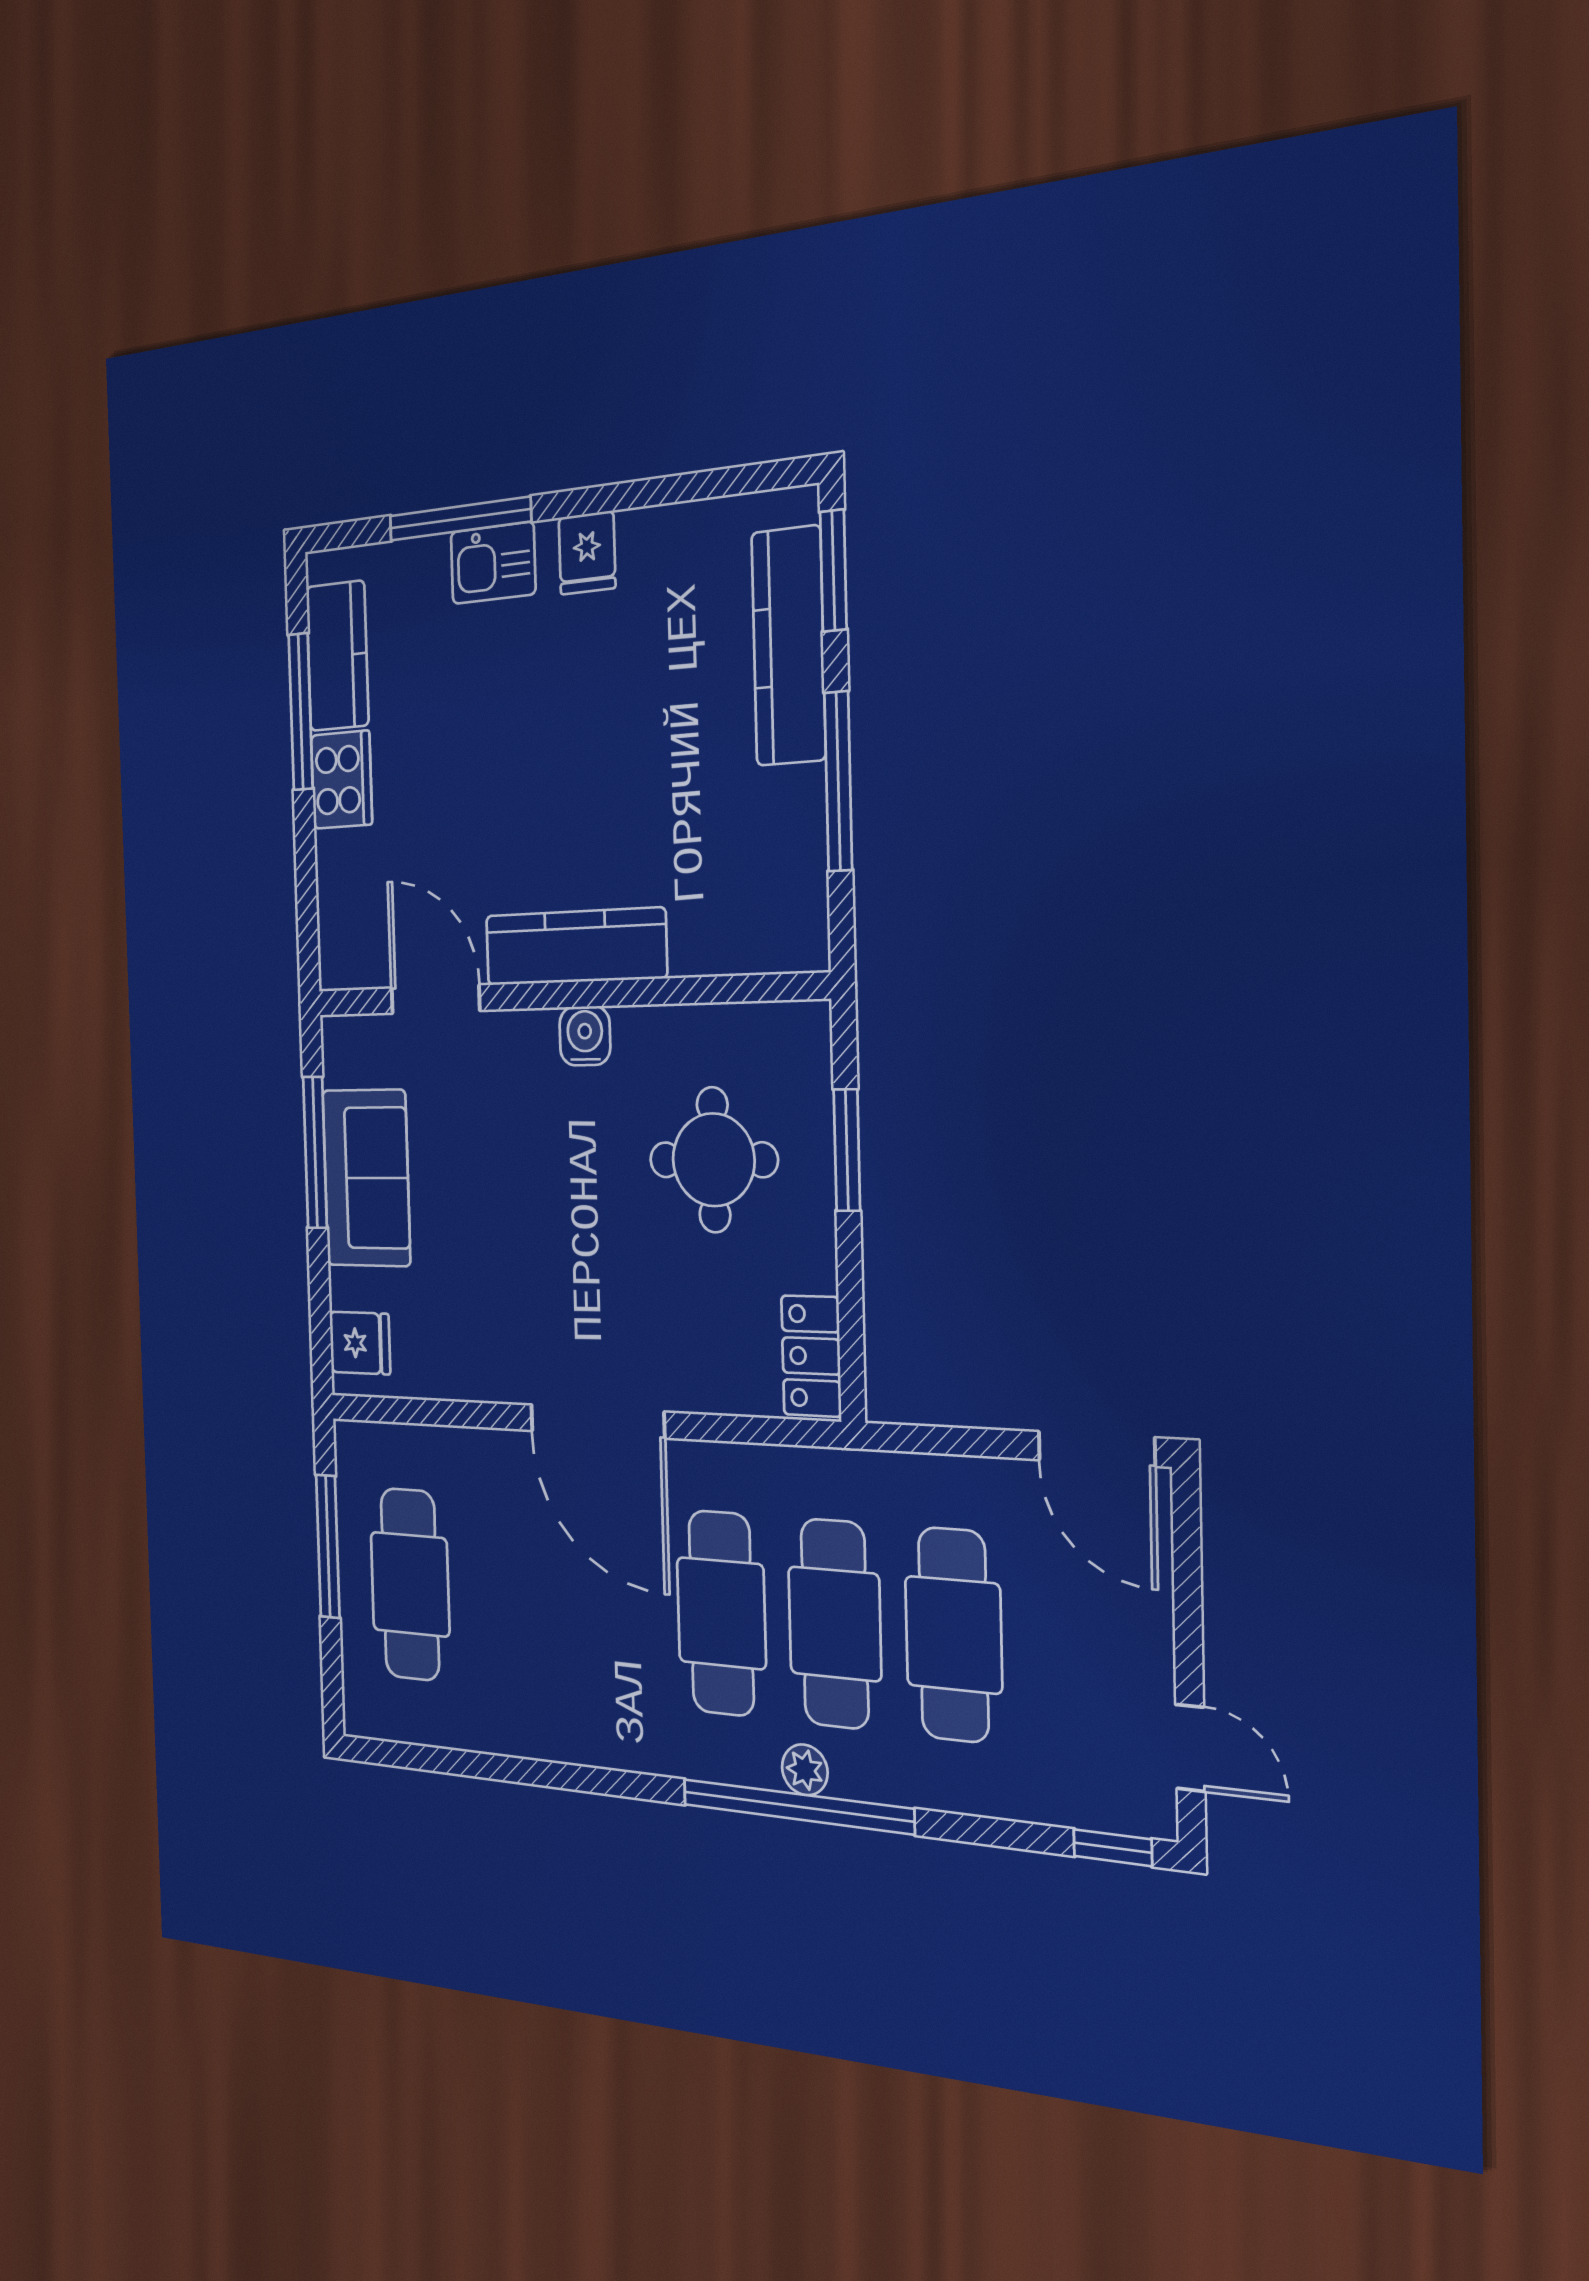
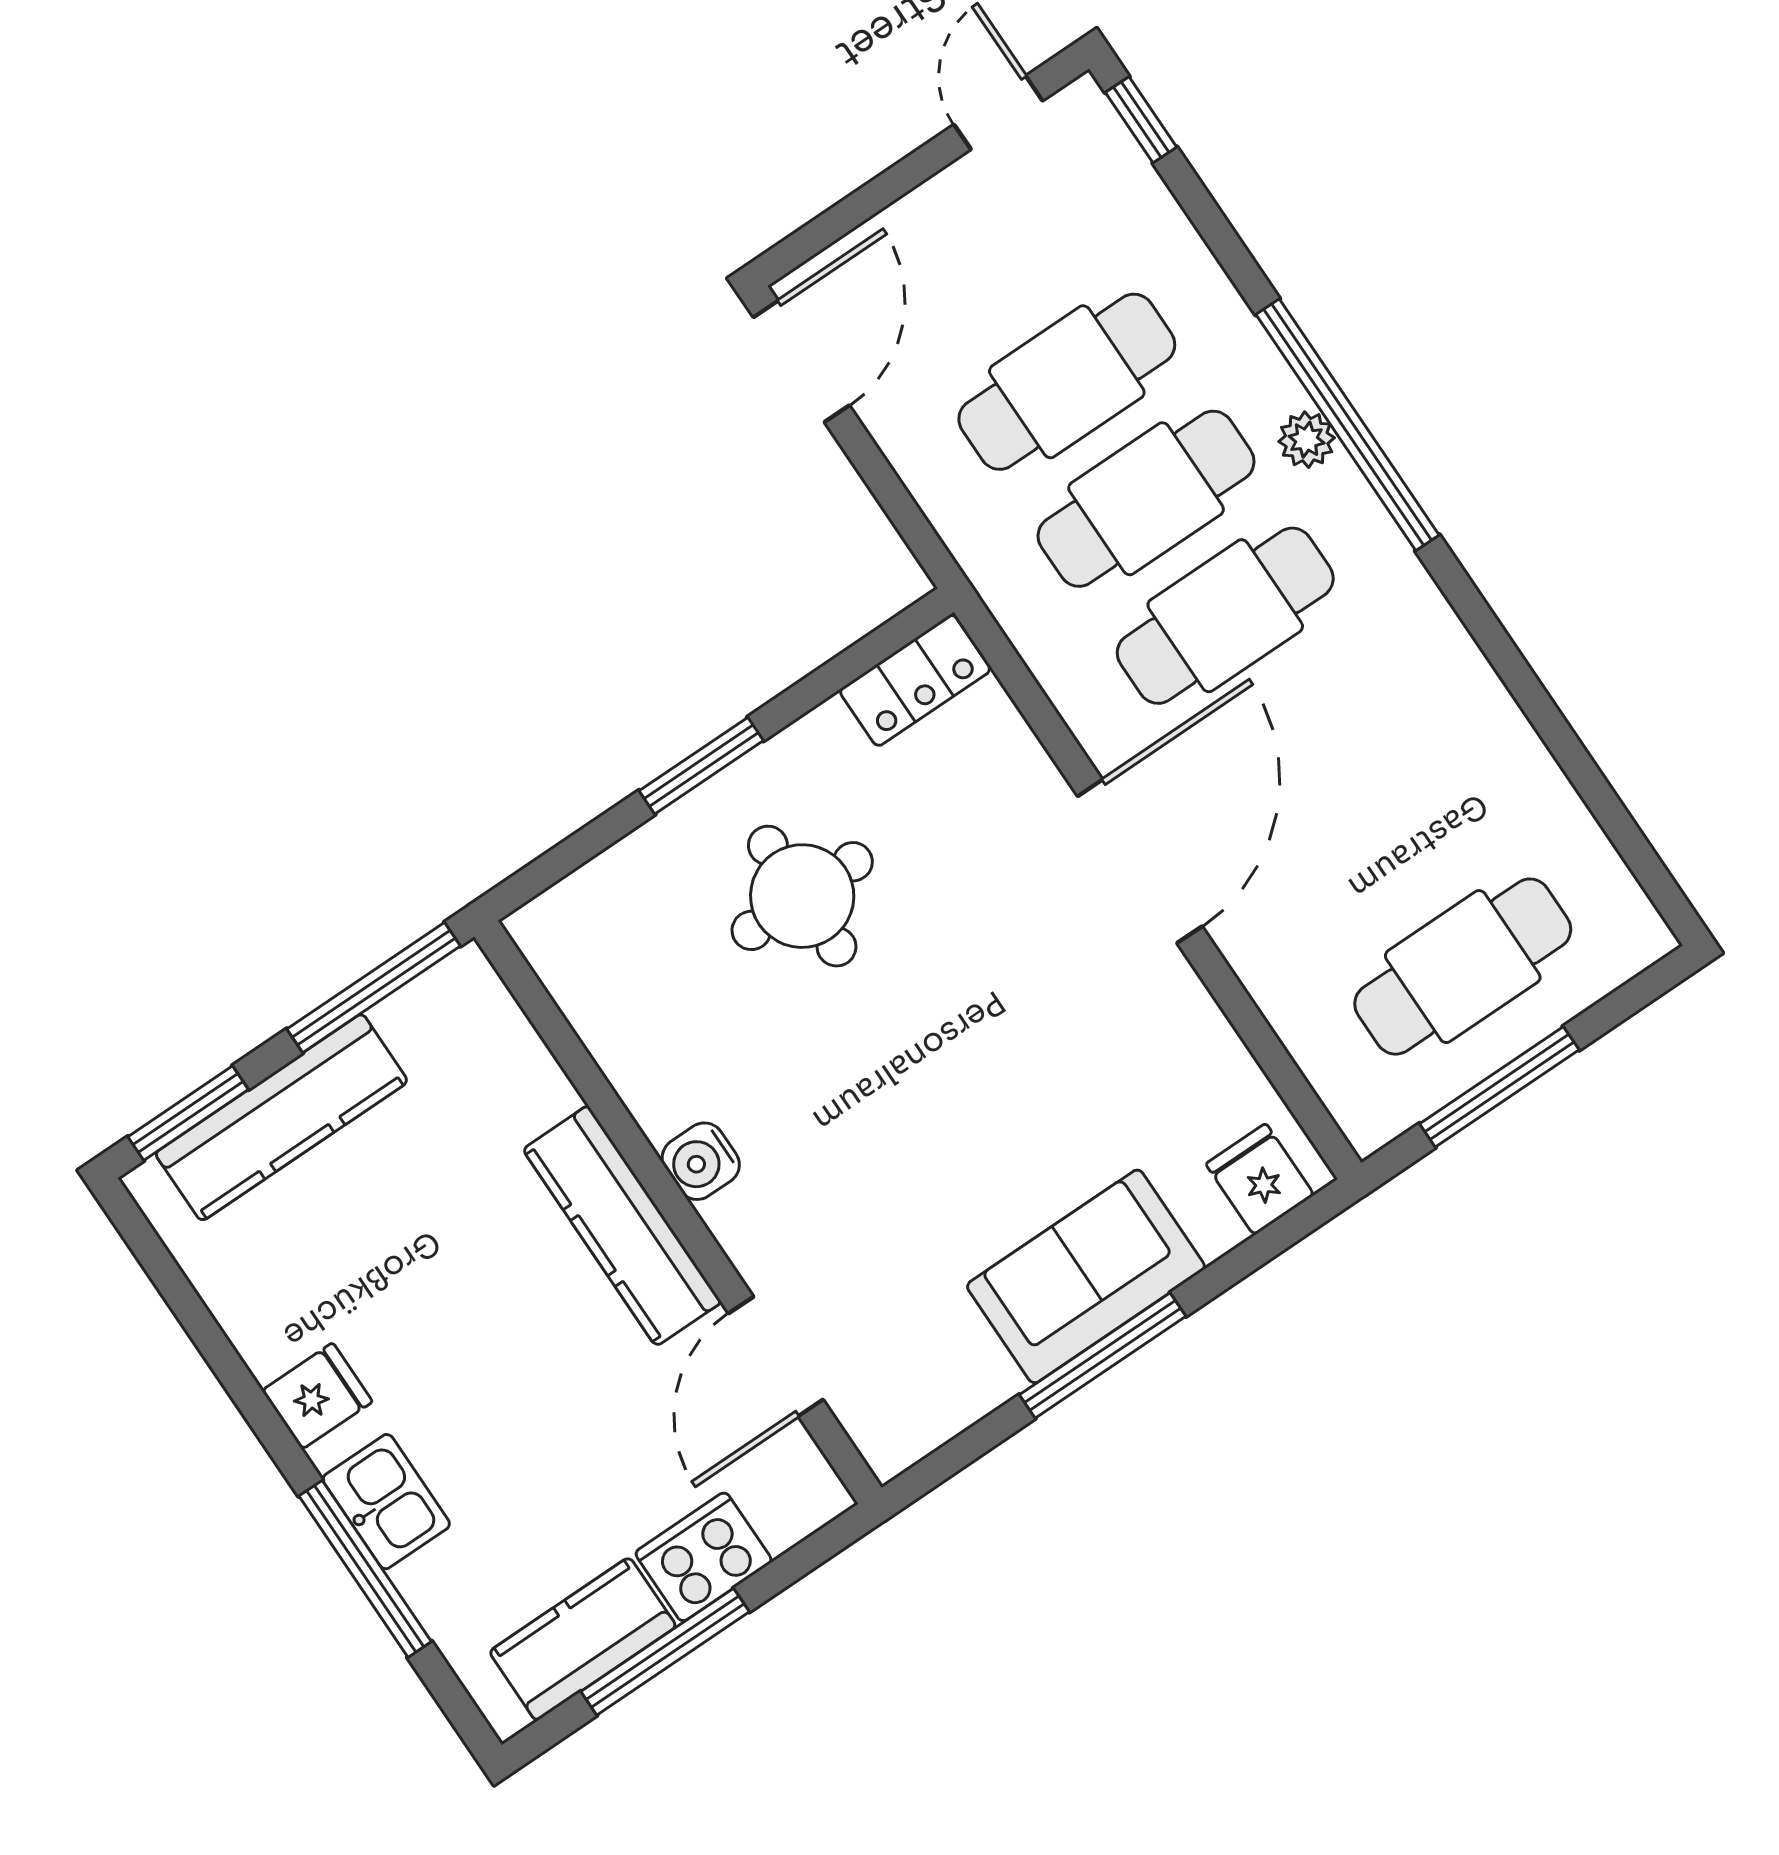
kitchen counter: (575, 947) -> (622, 1226), moved
wall: (562, 995) -> (678, 1212), moved
door: (435, 999) -> (776, 1357), moved
water cooler: (585, 1036) -> (701, 1161), moved

